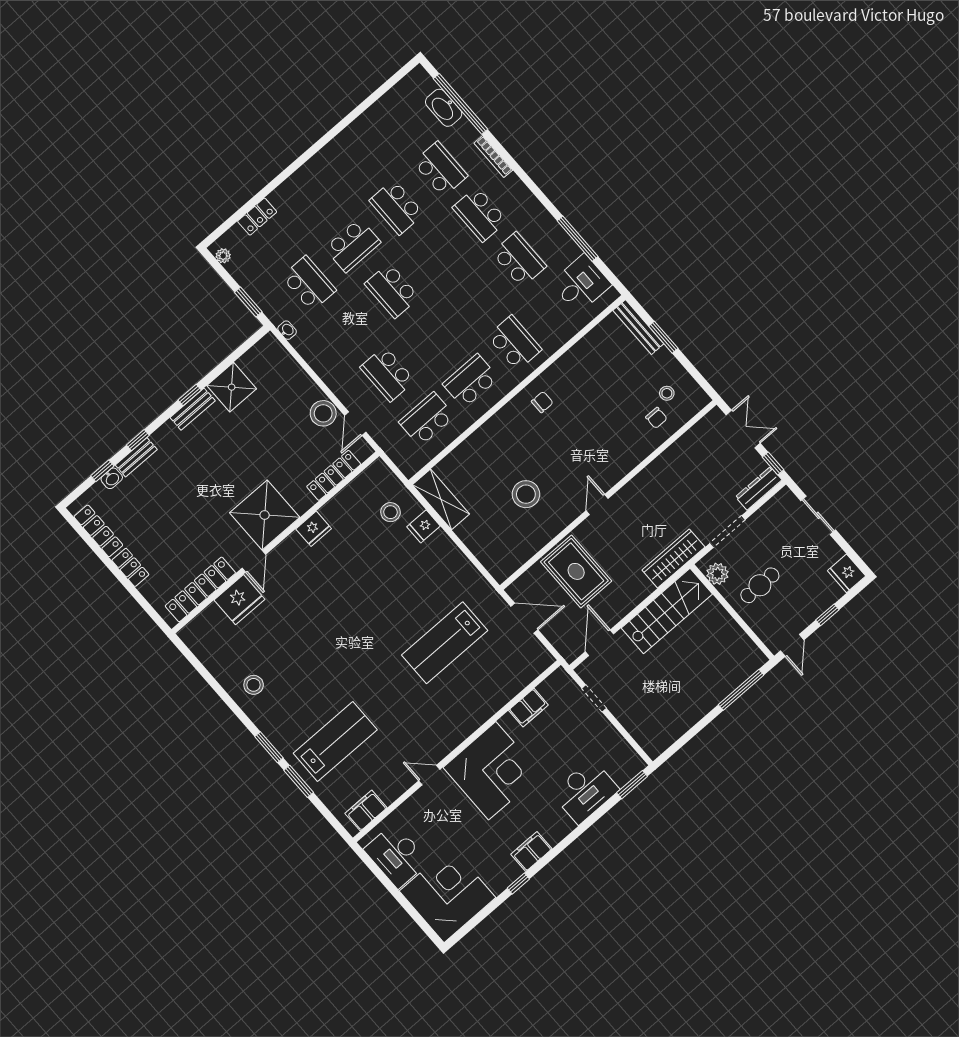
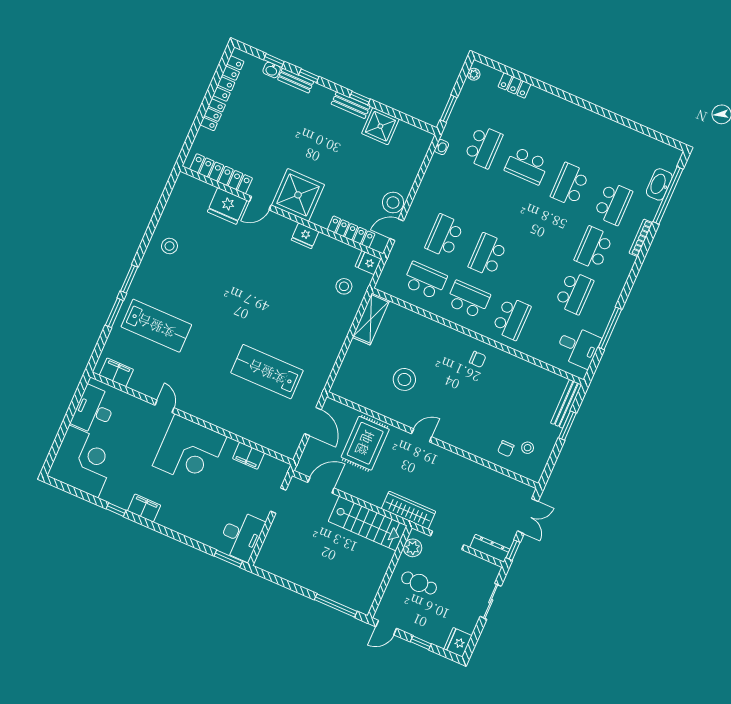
school desk: (392, 291) -> (488, 255), moved
fridge: (423, 526) -> (368, 263), moved
desk: (585, 791) -> (241, 536), moved, turned -90

